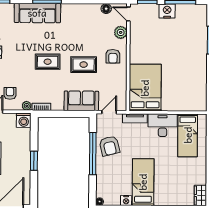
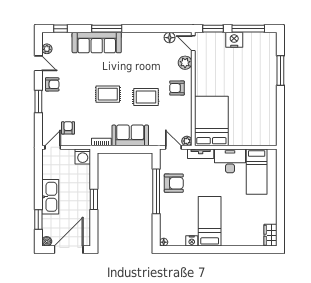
armchair: (113, 56) -> (177, 88), turned 90
sofa: (81, 101) -> (130, 135), moved
plant: (27, 106) -> (187, 141), moved
door: (109, 112) -> (173, 147), hinge flipped
armchair: (109, 146) -> (174, 183), turned -76

